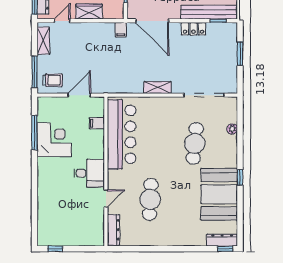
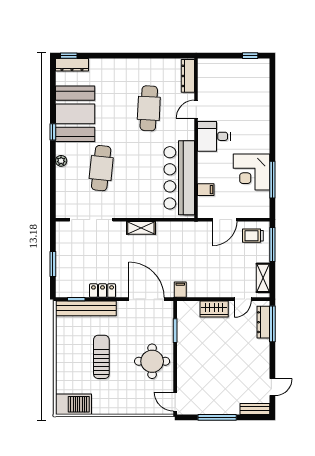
plant: (232, 129) -> (61, 161), moved

